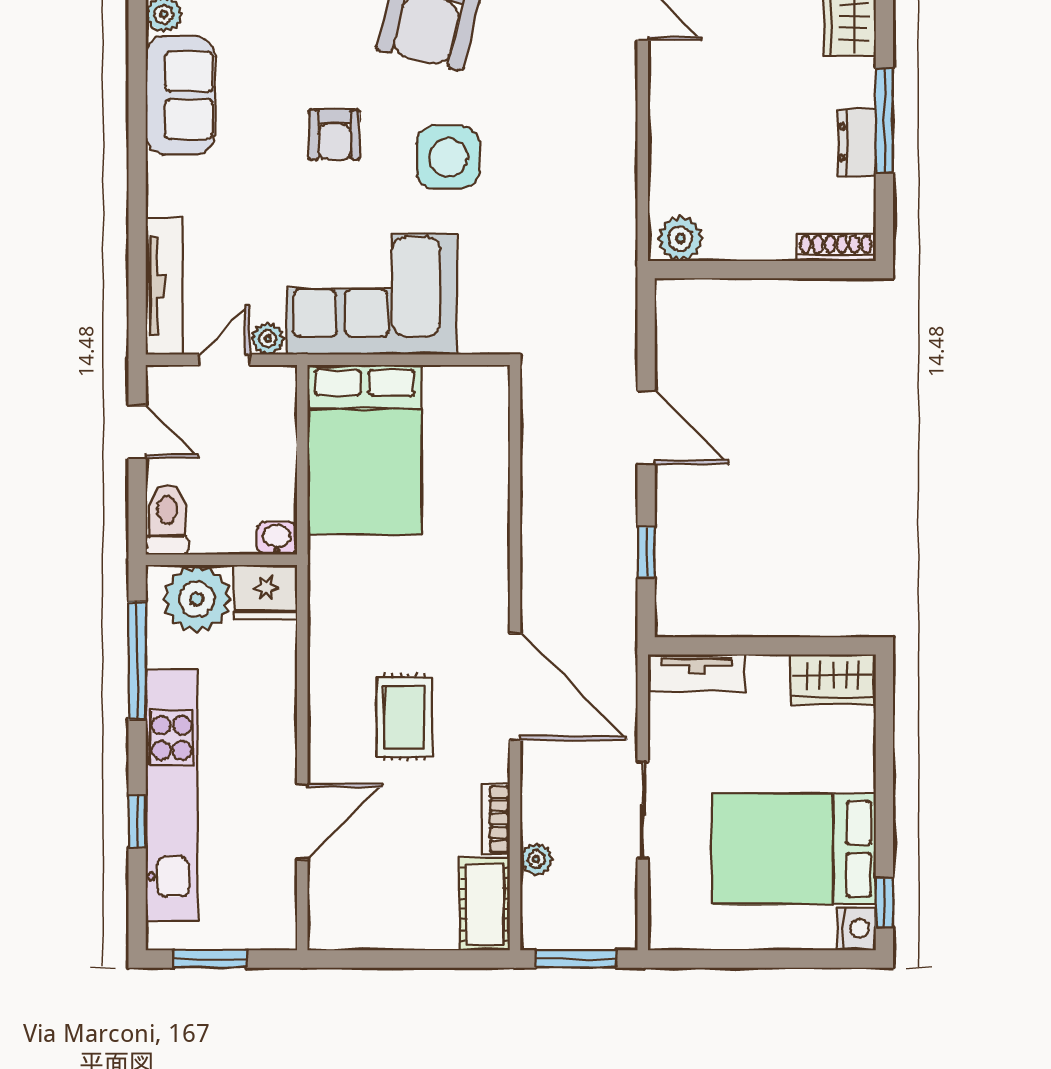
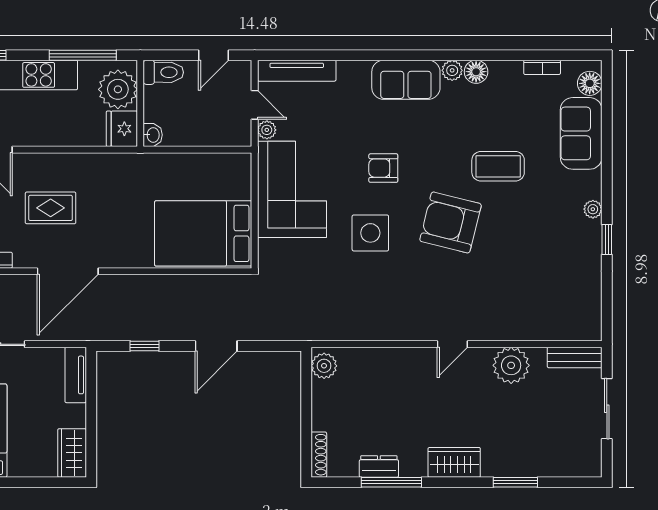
bed: (365, 450) -> (203, 233), moved

